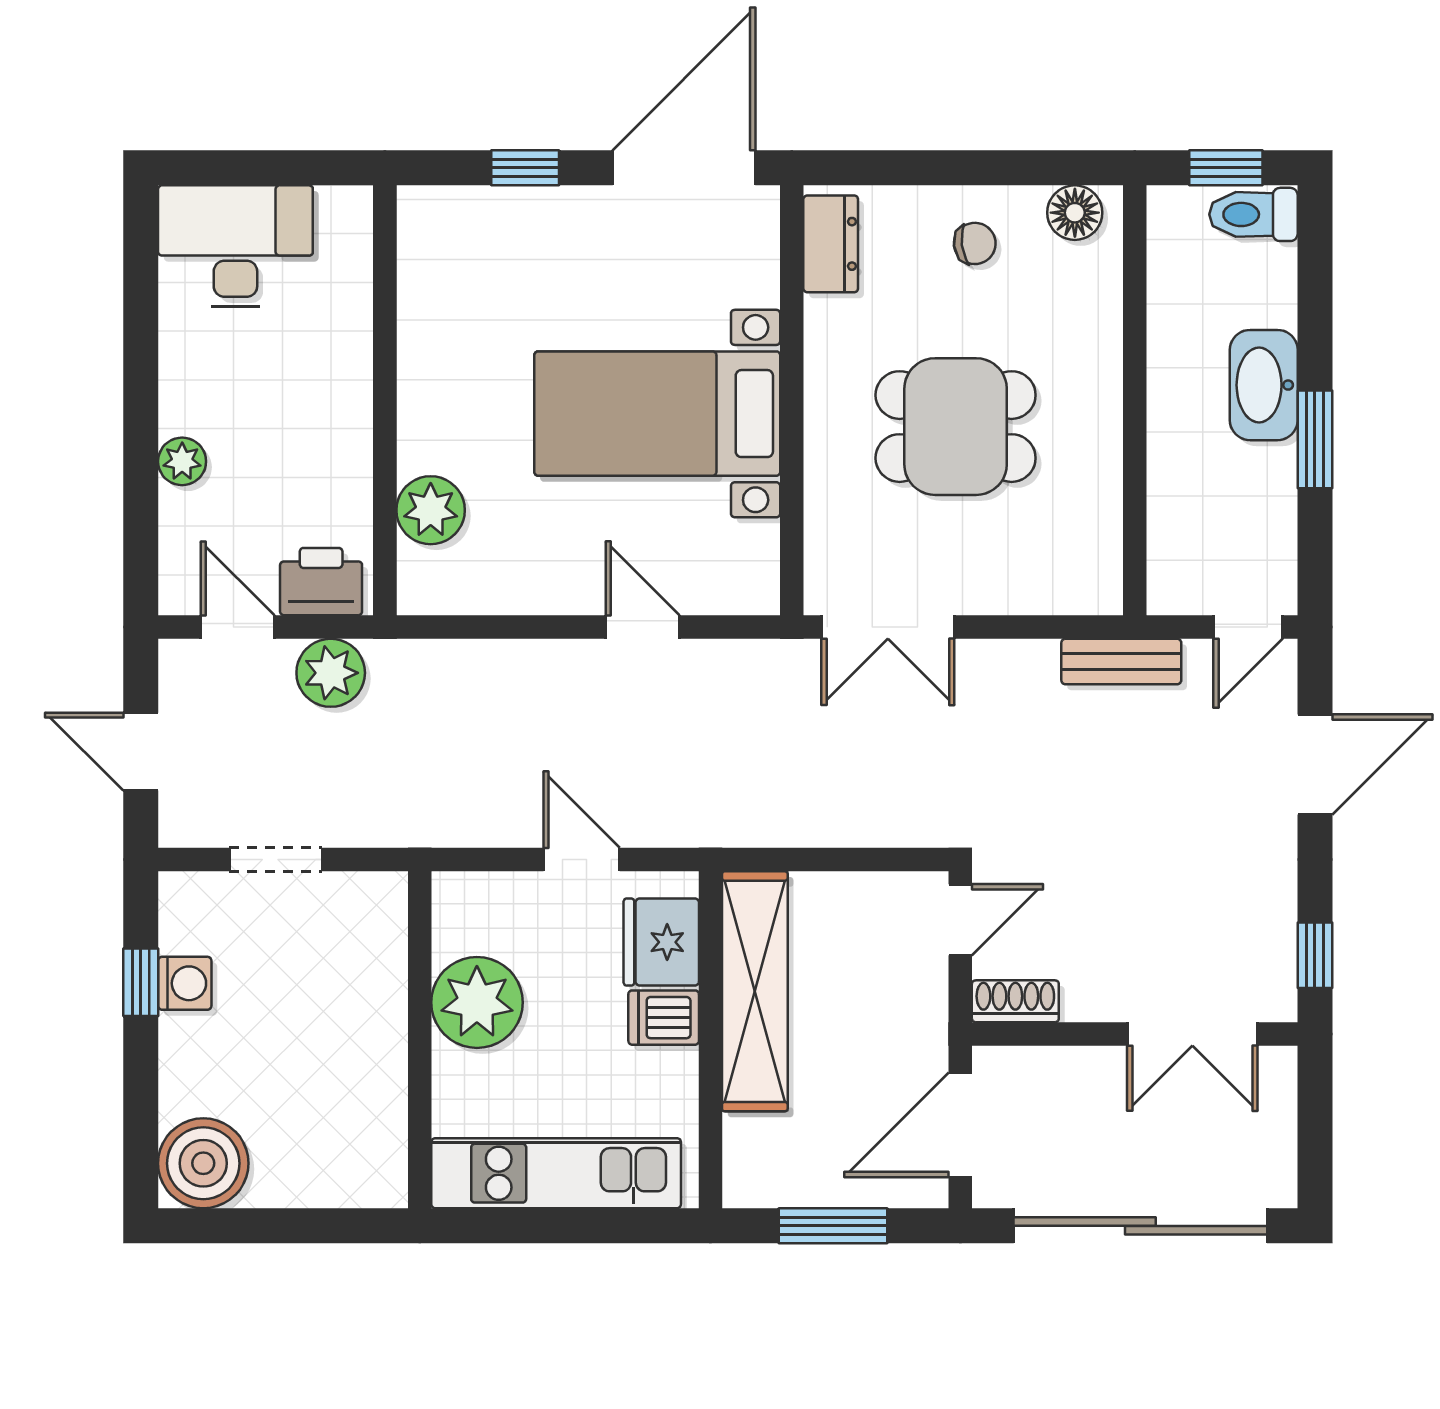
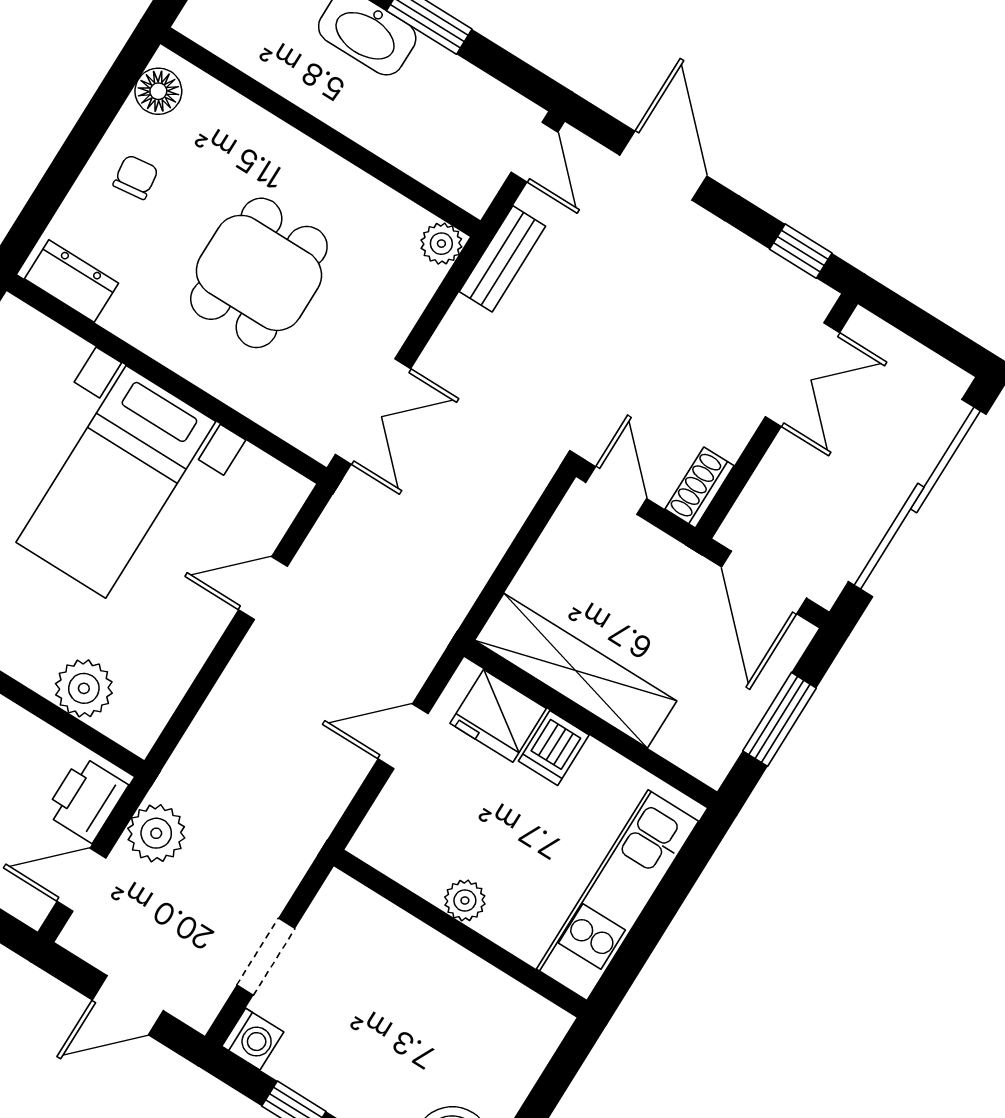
plant: (1099, 591) -> (441, 244), added
washing machine: (185, 983) -> (253, 1039), moved, turned 90
plant: (477, 1002) -> (465, 900), width x0.53, depth x0.53

